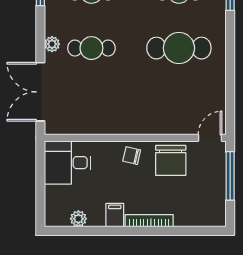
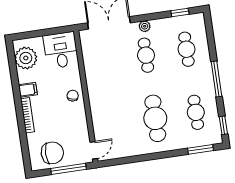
door: (210, 138) -> (94, 150), hinge flipped
chair: (171, 160) -> (52, 153), moved, turned 180
plant: (78, 219) -> (26, 58), width x1.87, depth x1.87

